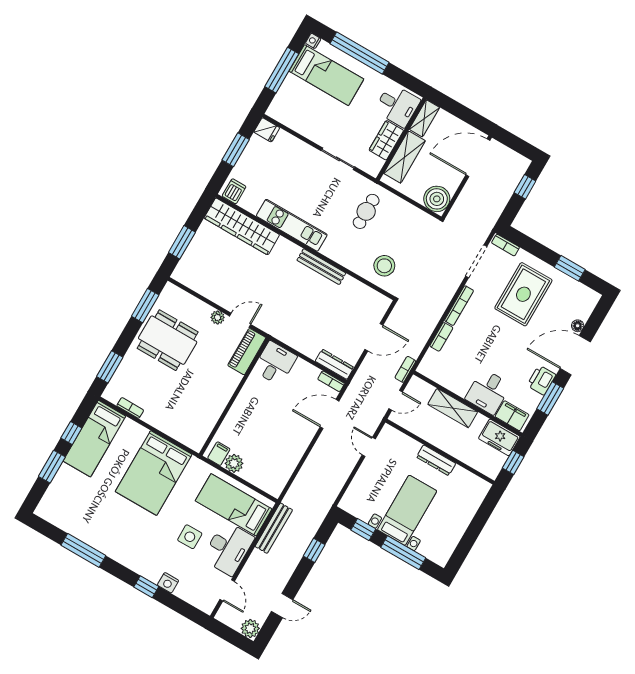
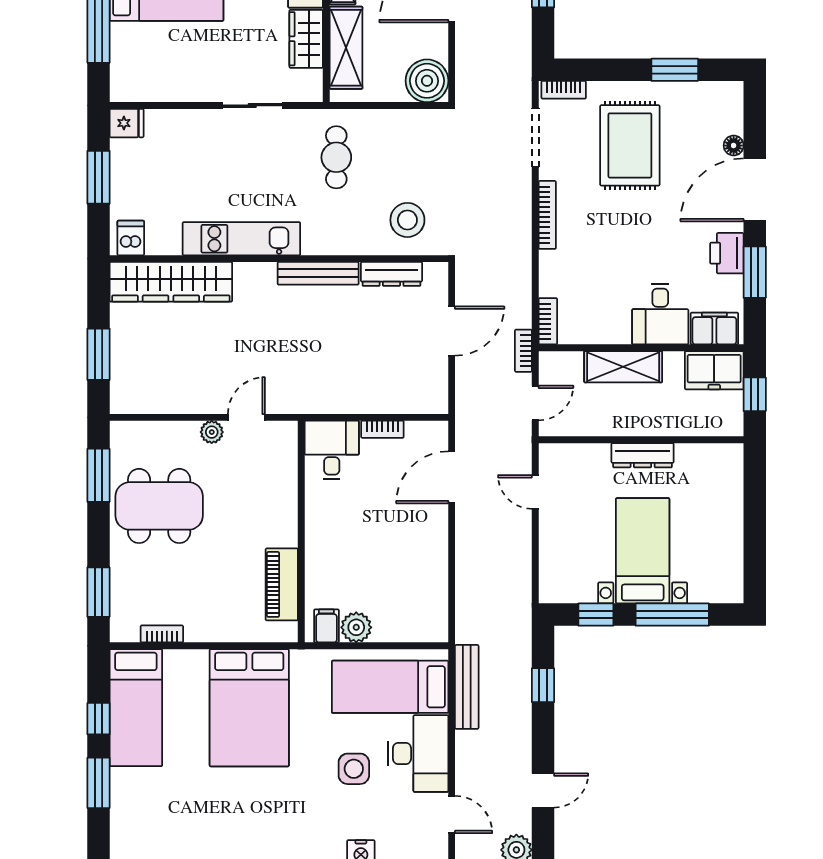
bookcase: (441, 337) -> (548, 321), moved
piano: (247, 352) -> (282, 584), moved
dresser: (334, 364) -> (391, 274), moved, turned 180
bookcase: (331, 381) -> (382, 429), moved

